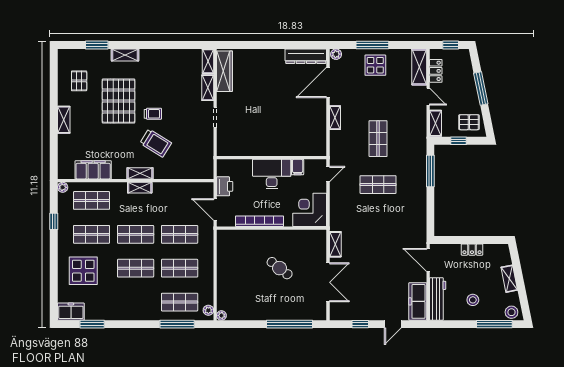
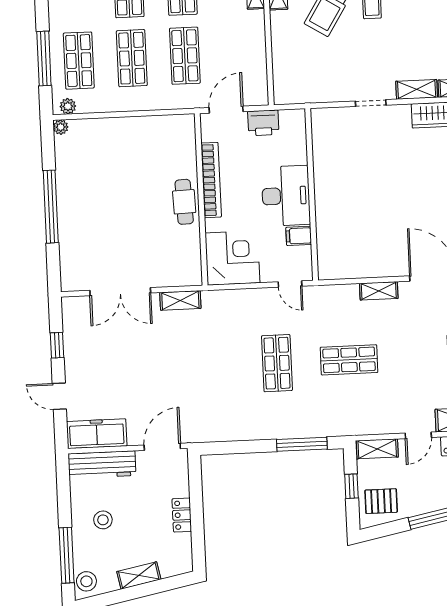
pallet: (469, 122) -> (381, 501), turned 90
cafe table: (280, 268) -> (184, 202), moved, turned -40
window: (289, 324) -> (51, 207), moved

